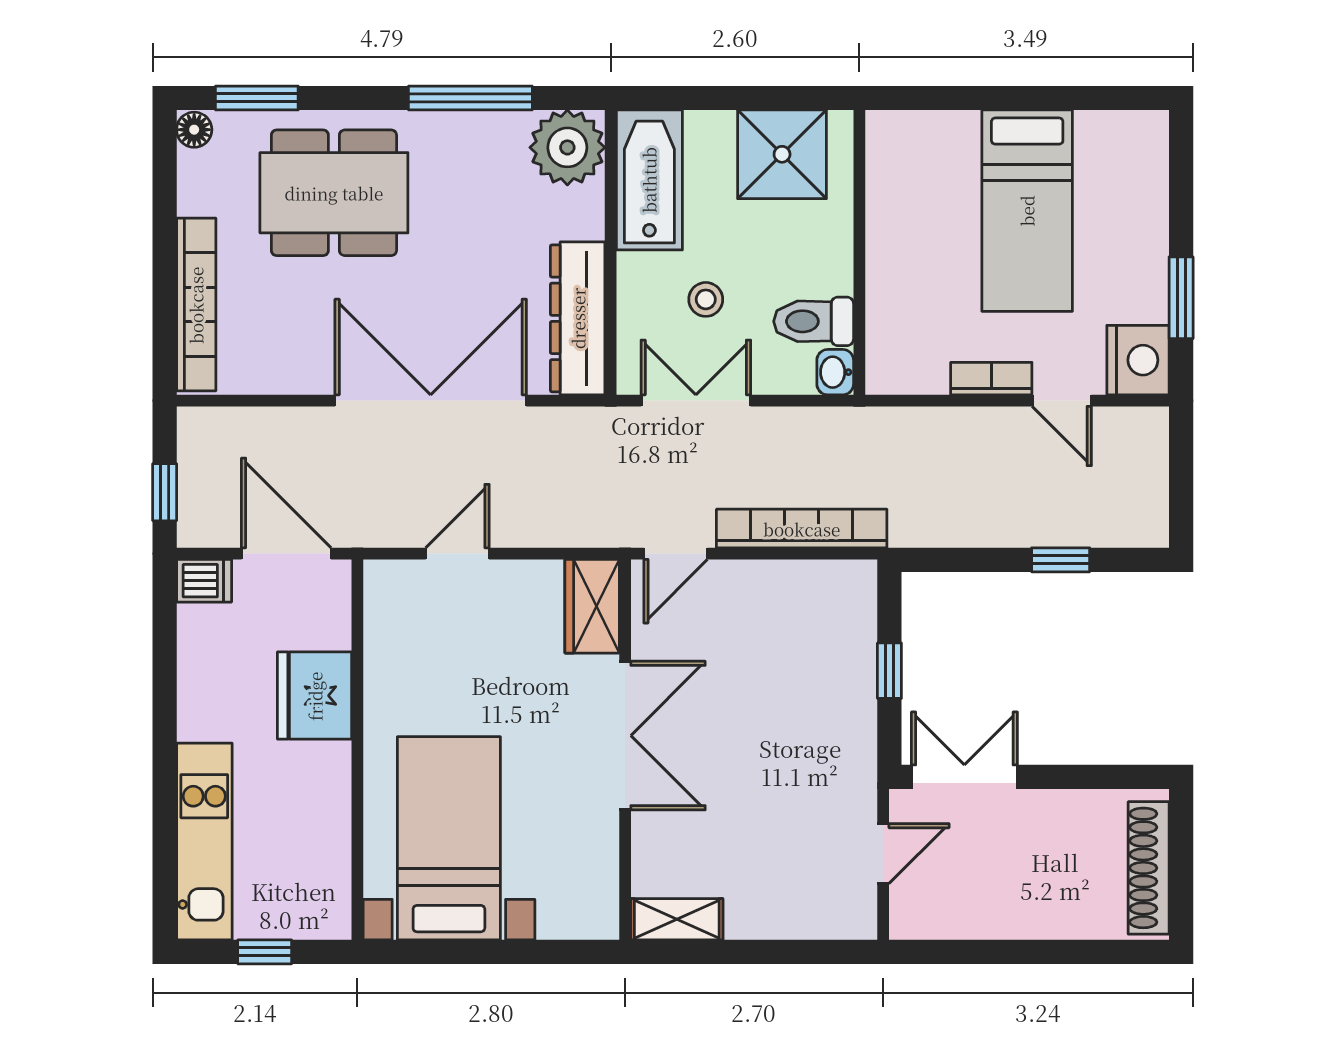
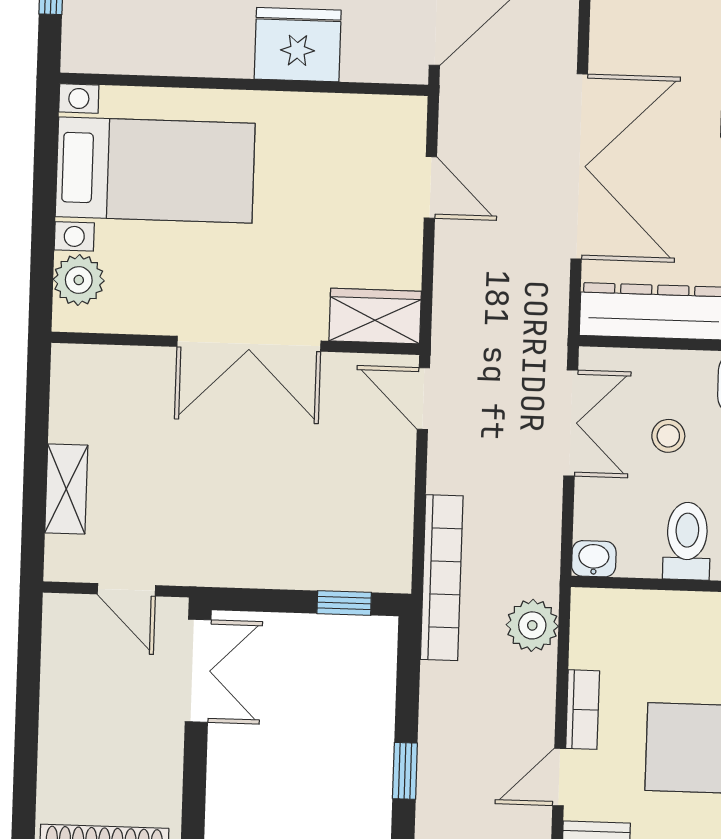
toilet: (814, 321) -> (687, 541), moved
plant: (906, 433) -> (532, 625), added
bookcase: (802, 529) -> (442, 578), moved
window: (889, 671) -> (344, 603), moved
plant: (565, 913) -> (79, 280), added
shelving: (677, 919) -> (66, 489), moved

